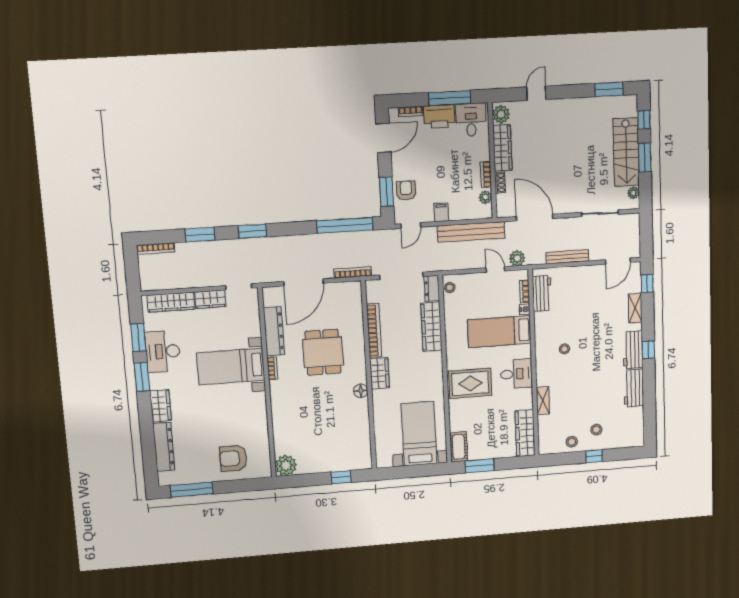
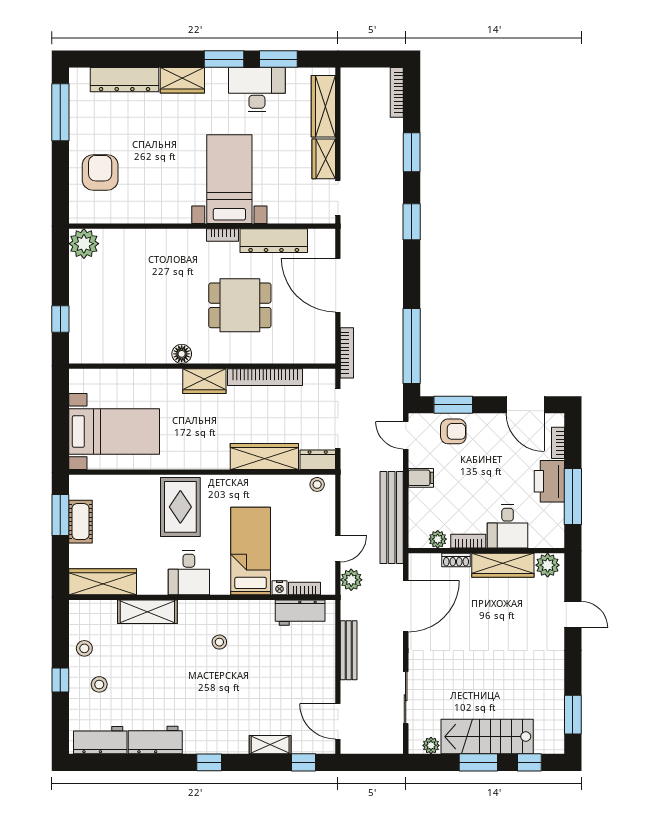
desk: (471, 120) -> (508, 526), moved, turned 90
workbench: (633, 350) -> (100, 740), moved
shelving: (543, 401) -> (147, 612), width x1.50, depth x1.33
cot: (459, 447) -> (81, 522), moved, turned 90

